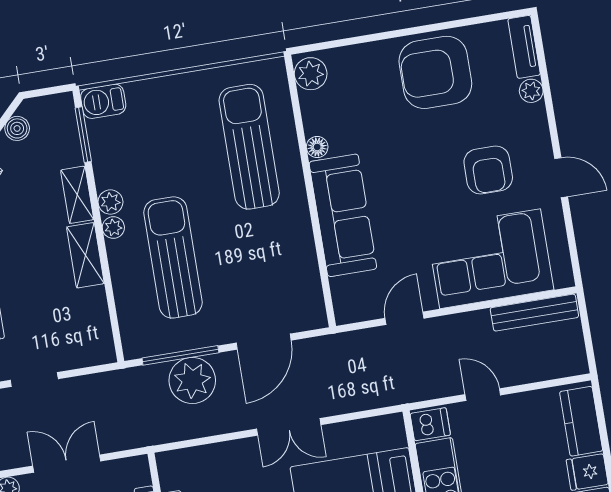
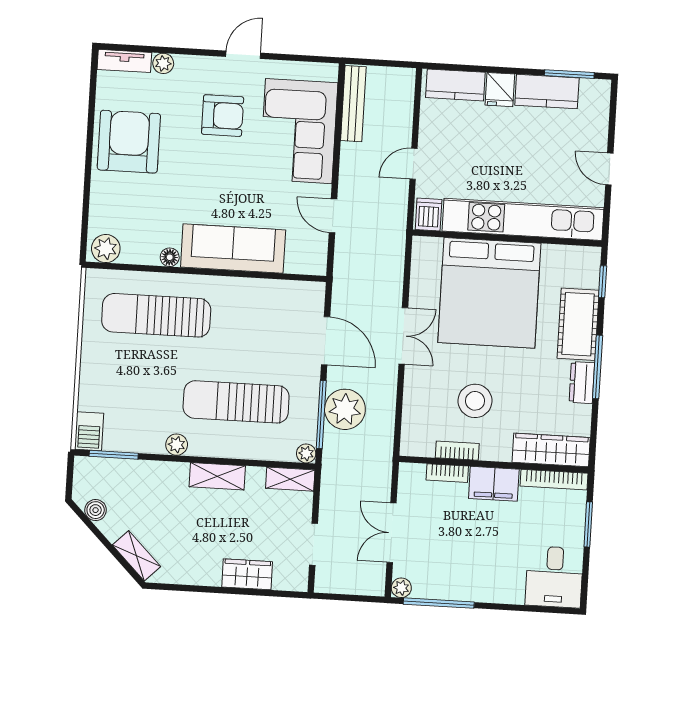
armchair: (435, 72) -> (129, 142), turned 180
shelving: (77, 195) -> (290, 479), moved
plant: (113, 228) -> (306, 453), moved

